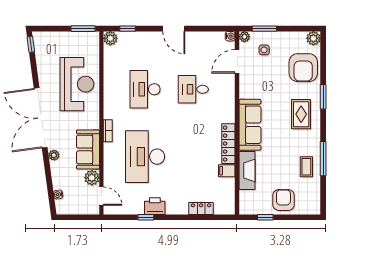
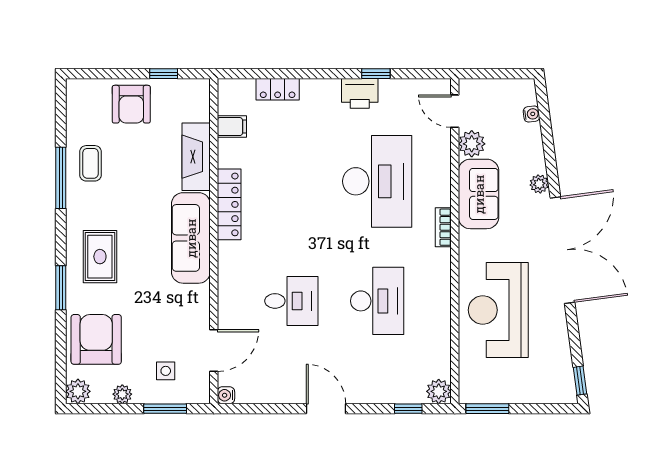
plant: (244, 37) -> (122, 394), moved
filing cabinet: (227, 171) -> (232, 127), moved

